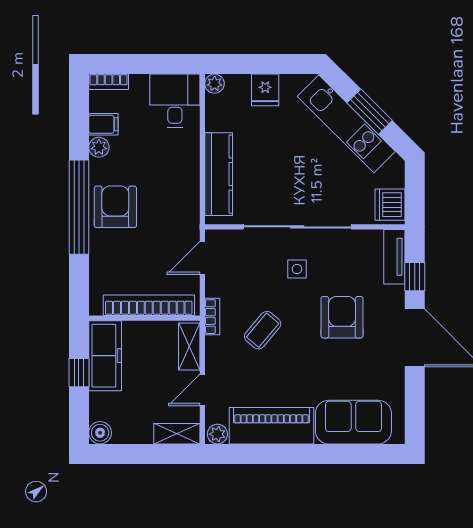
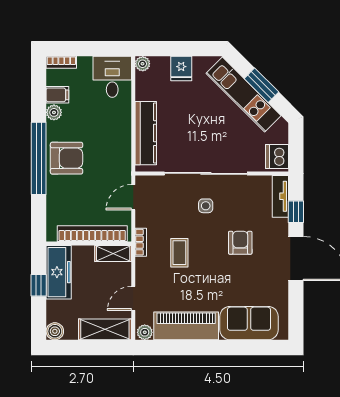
armchair: (115, 207) -> (67, 158), turned 90
armchair: (342, 317) -> (240, 243), width x0.72, depth x0.72
coffee table: (263, 330) -> (179, 253), turned -40
shelving: (189, 347) -> (113, 253), moved, turned 90
shelving: (177, 434) -> (105, 329), width x1.50, depth x1.33

